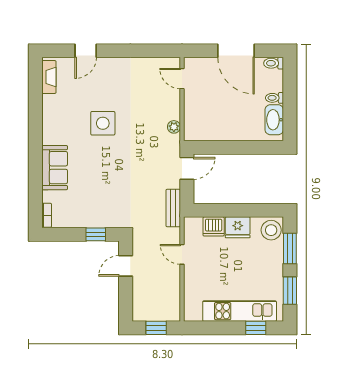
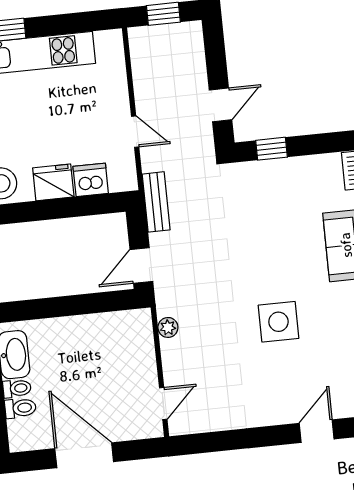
toilet: (274, 63) -> (20, 408), moved
door: (182, 79) -> (163, 404), hinge flipped

